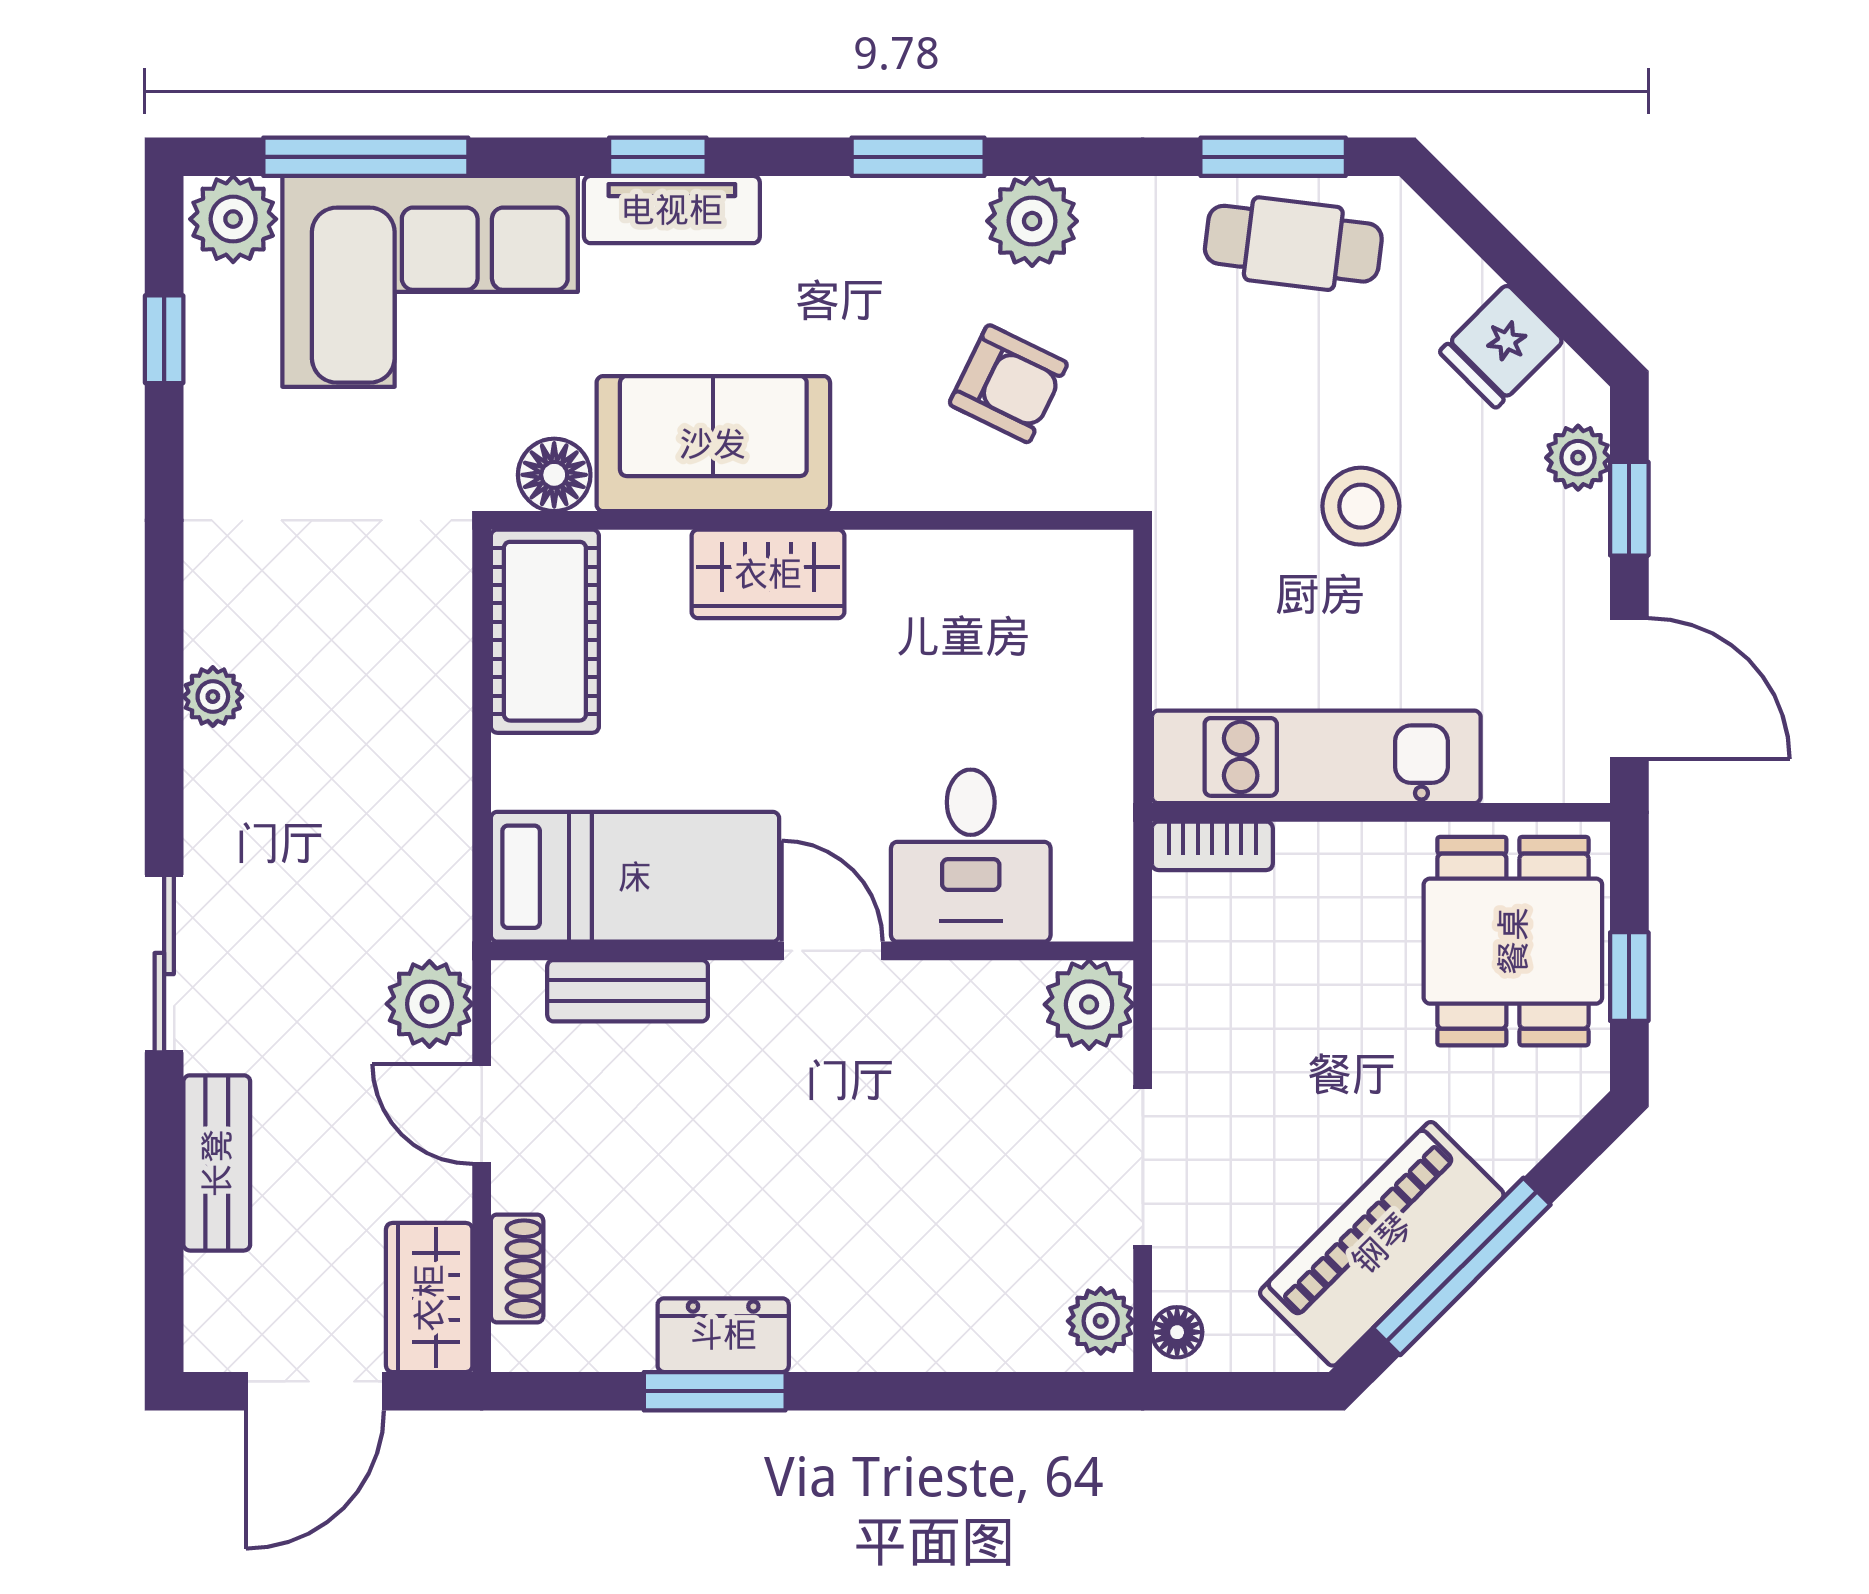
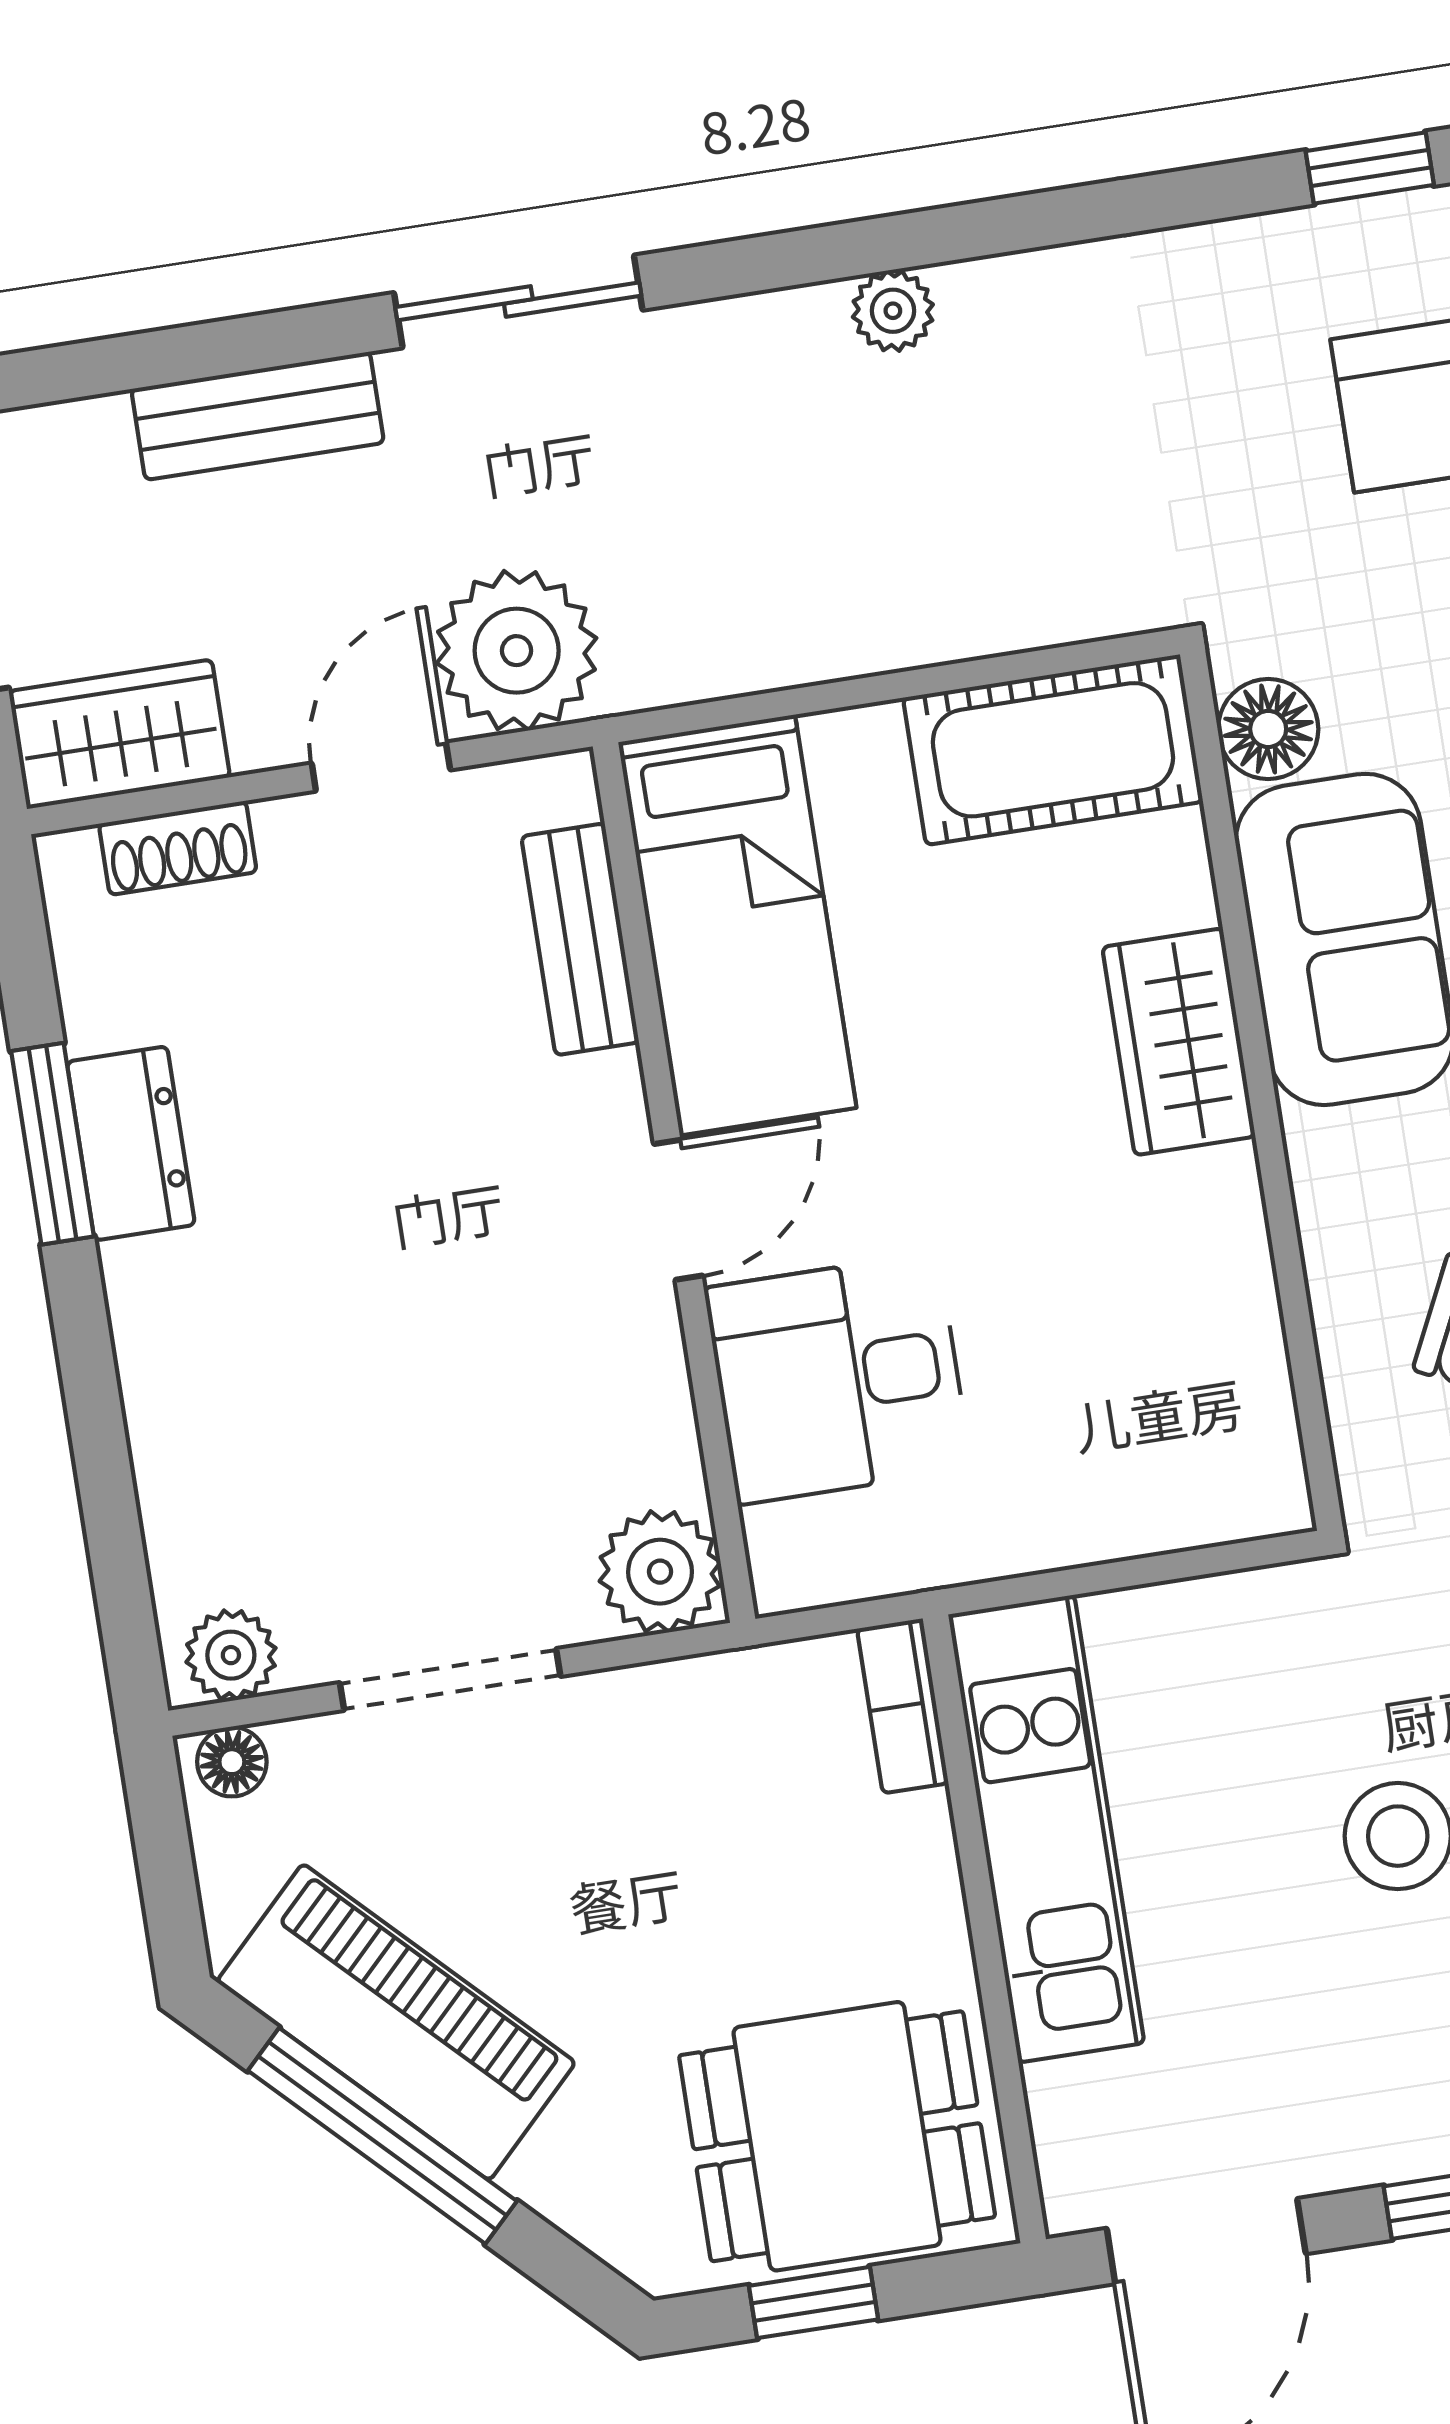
plant: (429, 1004) -> (517, 651), width x1.36, depth x1.36

